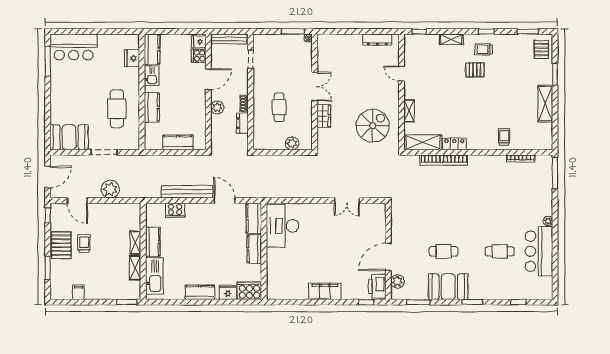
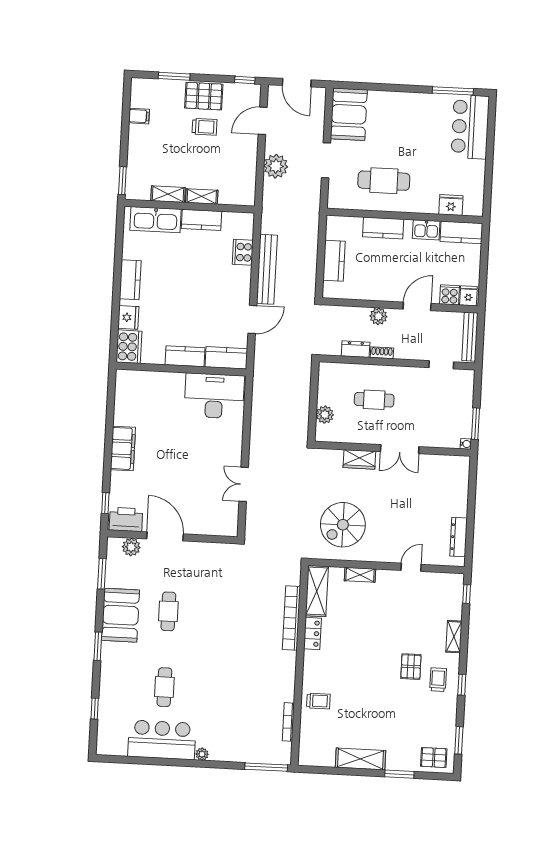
door: (208, 79) -> (417, 306), swing flipped
spiral stairs: (373, 126) -> (343, 525), turned 90

